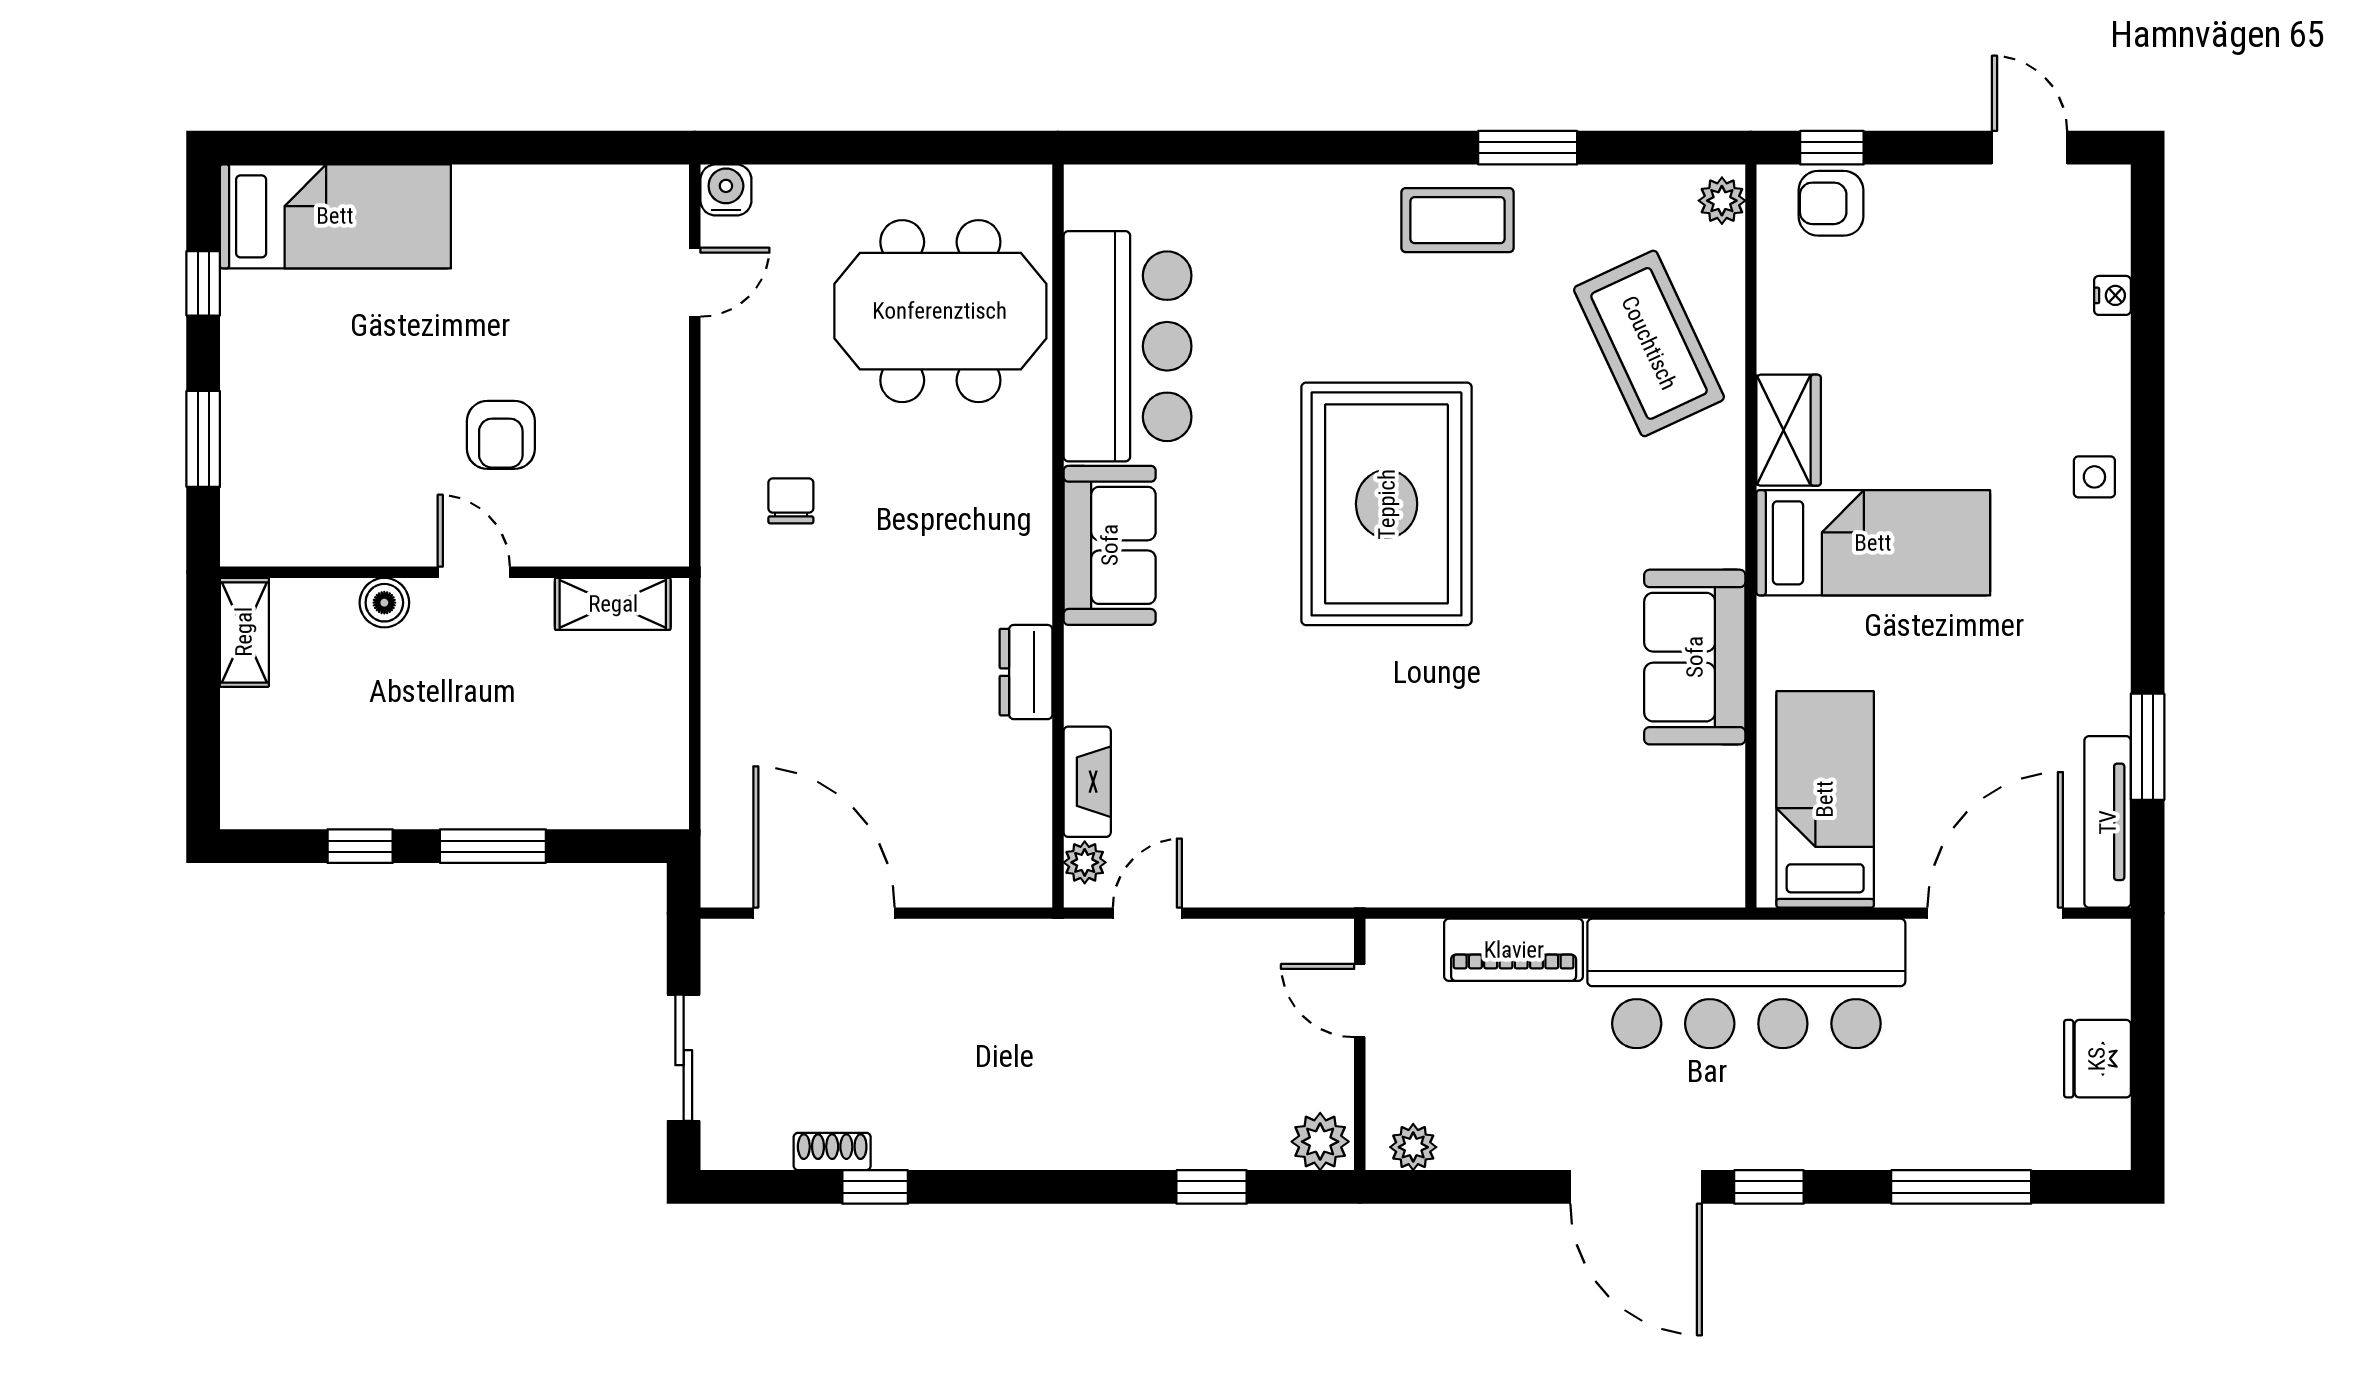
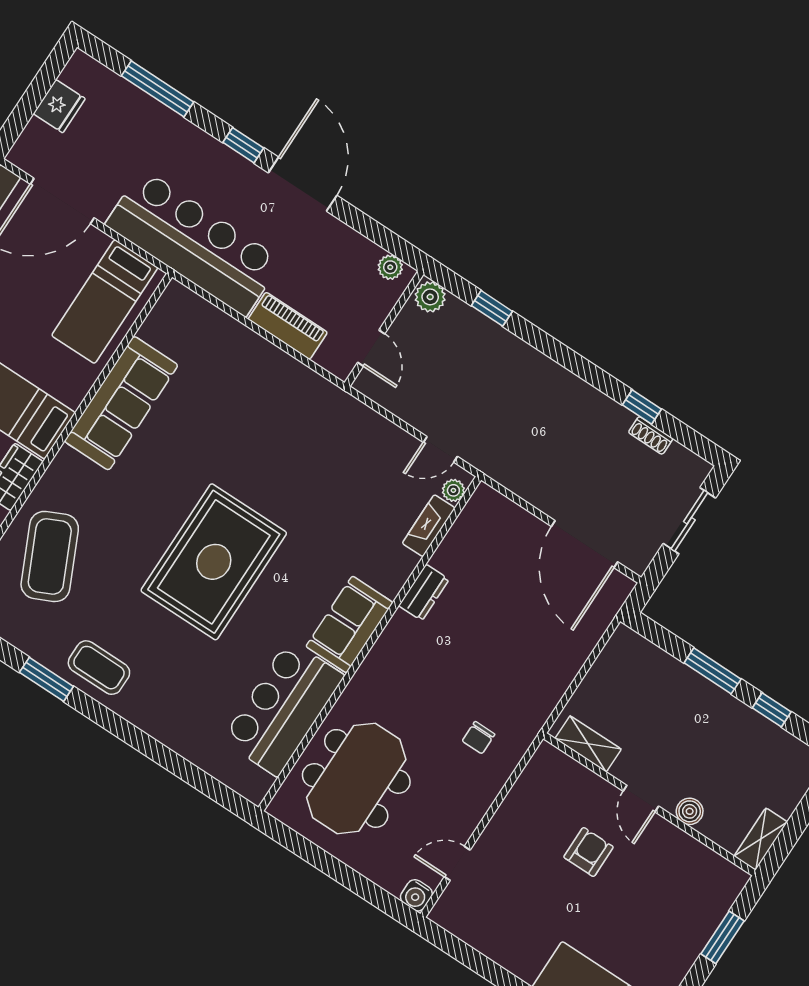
meeting table: (940, 311) -> (356, 778), turned 90
sofa: (1695, 657) -> (121, 403), width x1.36

